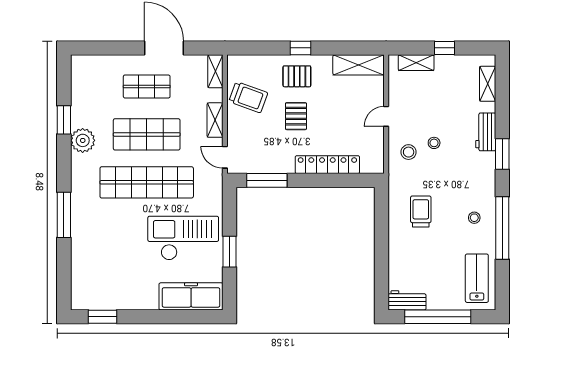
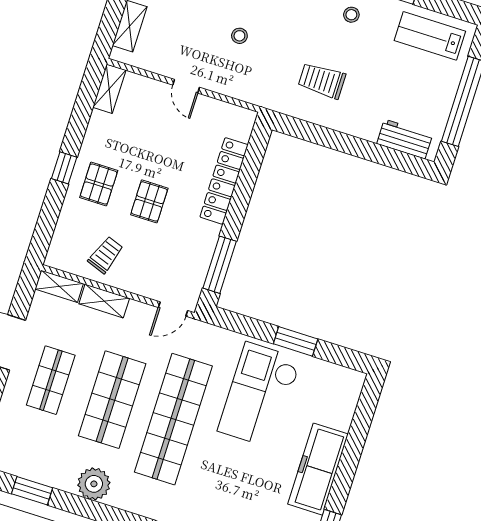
shelving: (359, 65) -> (109, 89), width x0.67, depth x0.75
trolley: (248, 97) -> (106, 255), width x0.73, depth x0.72
pallet: (296, 116) -> (149, 201), turned 90
window: (64, 120) -> (32, 491), moved
shelving: (215, 120) -> (104, 301), moved
stool: (409, 152) -> (241, 72), removed
freezer: (191, 296) -> (318, 469), moved
workbench: (407, 300) -> (405, 139), moved, turned 90

